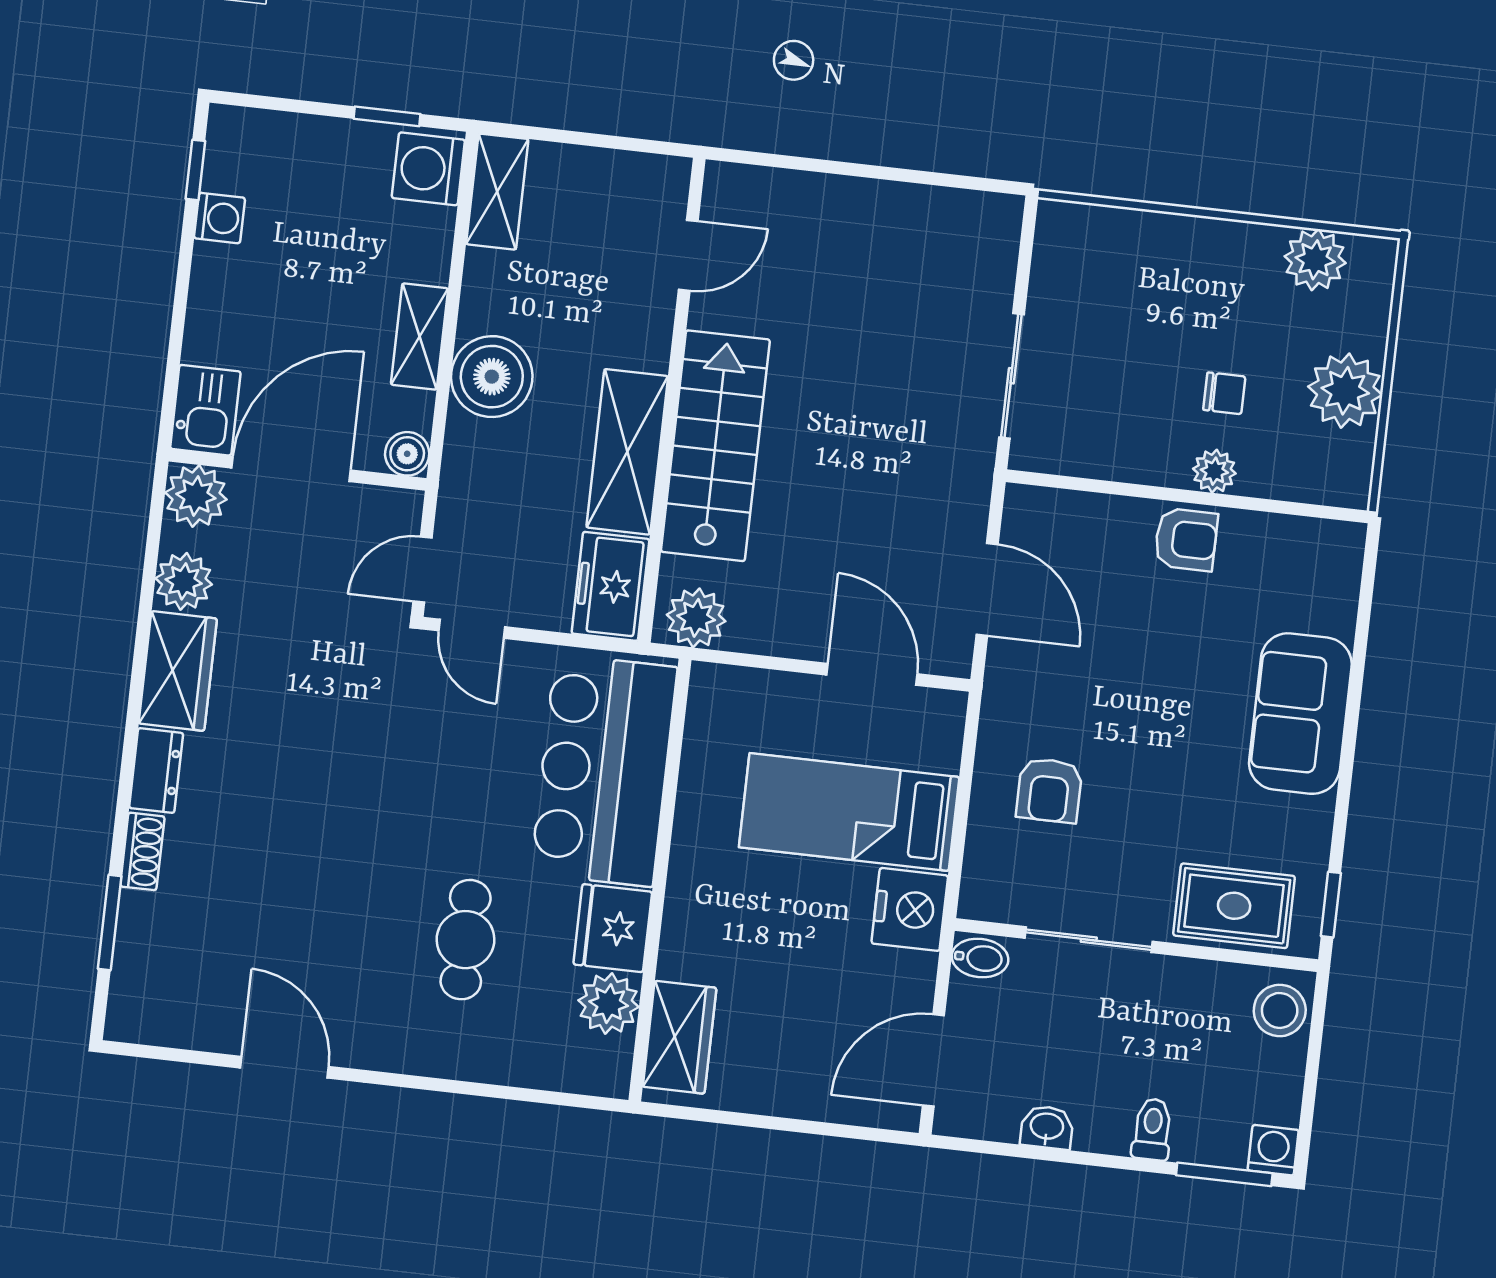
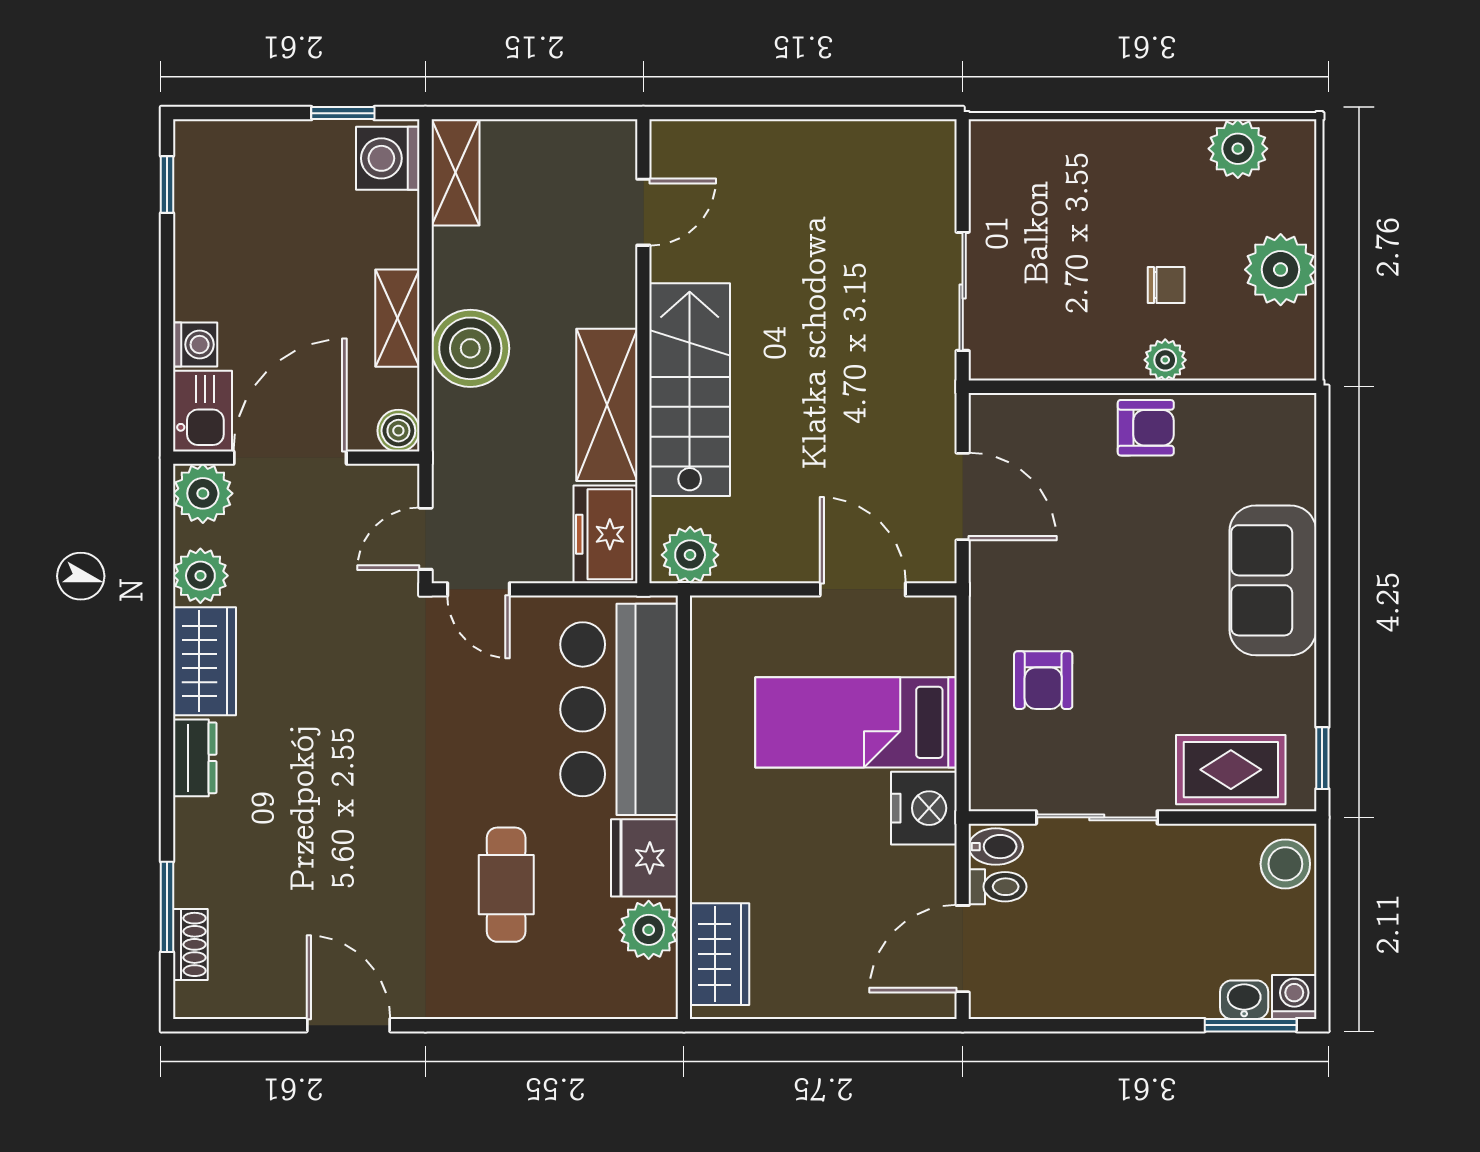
washing machine: (219, 218) -> (195, 345), moved
shoe rack: (142, 851) -> (190, 944), moved
washbasin: (1047, 1127) -> (1244, 1000), moved
toilet: (1152, 1129) -> (998, 887), moved, turned 90

